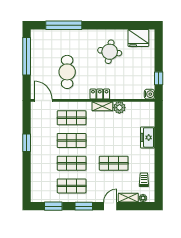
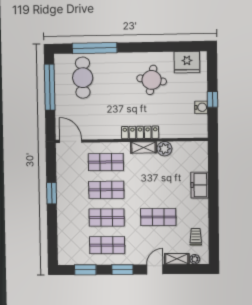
cafe table: (67, 72) -> (83, 78), moved
window: (159, 78) -> (212, 99), moved
locker: (100, 94) -> (140, 132), width x1.53
water cooler: (149, 94) -> (201, 107), moved

